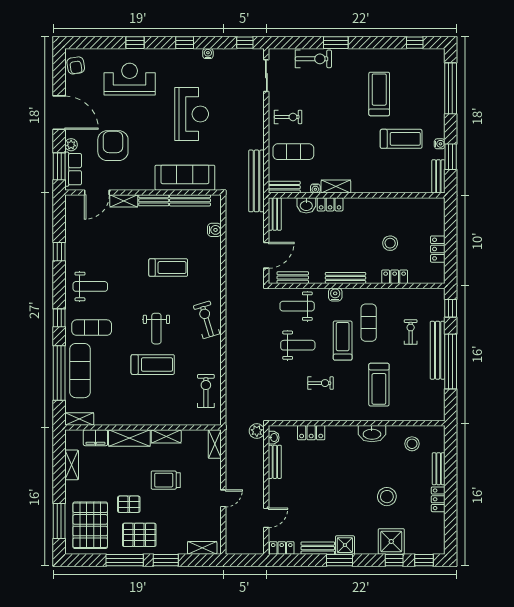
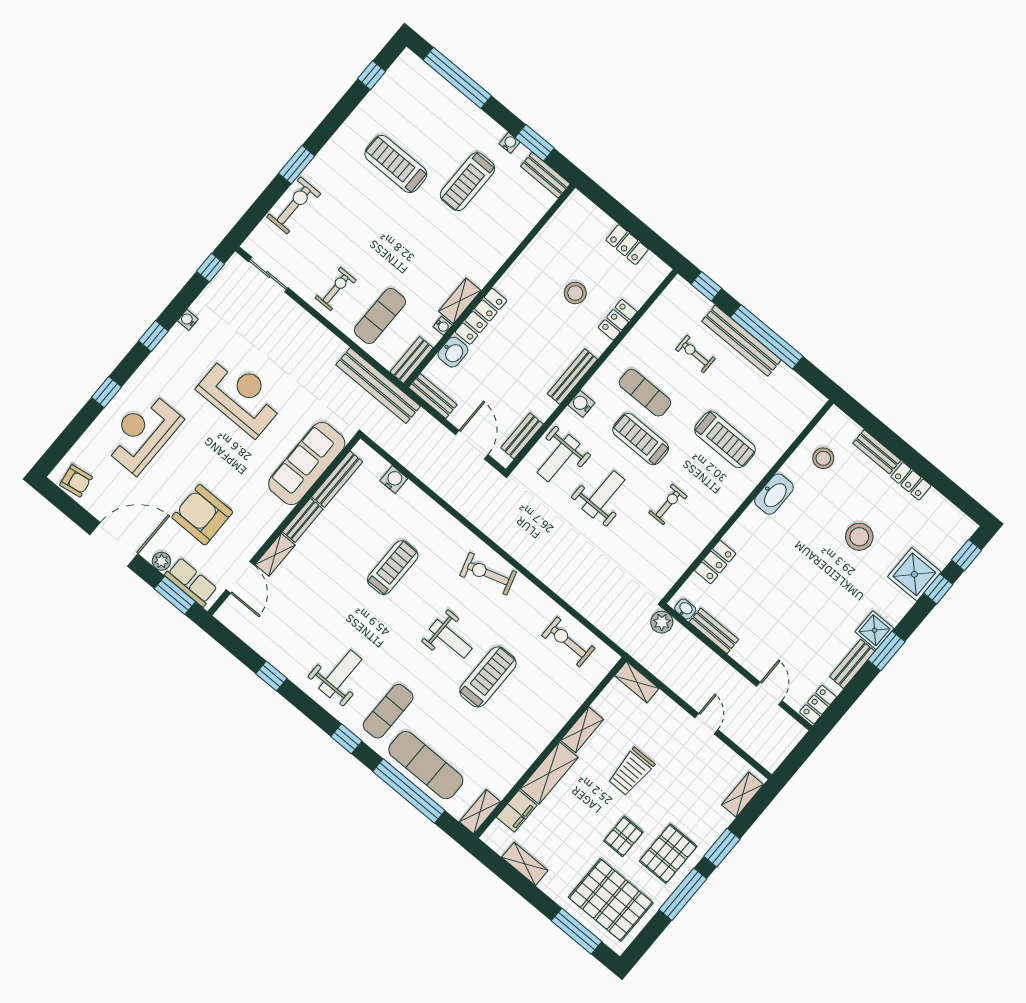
treadmill: (401, 139) -> (467, 182), turned 180
locker: (330, 204) -> (481, 316), width x1.53

